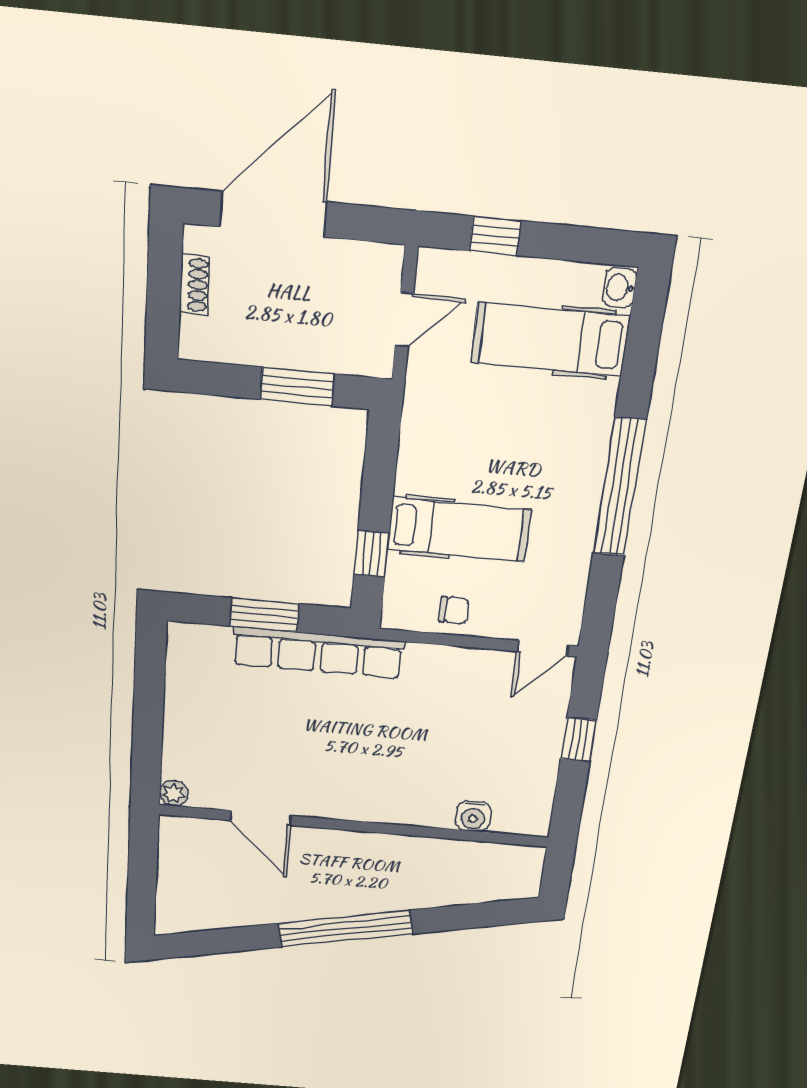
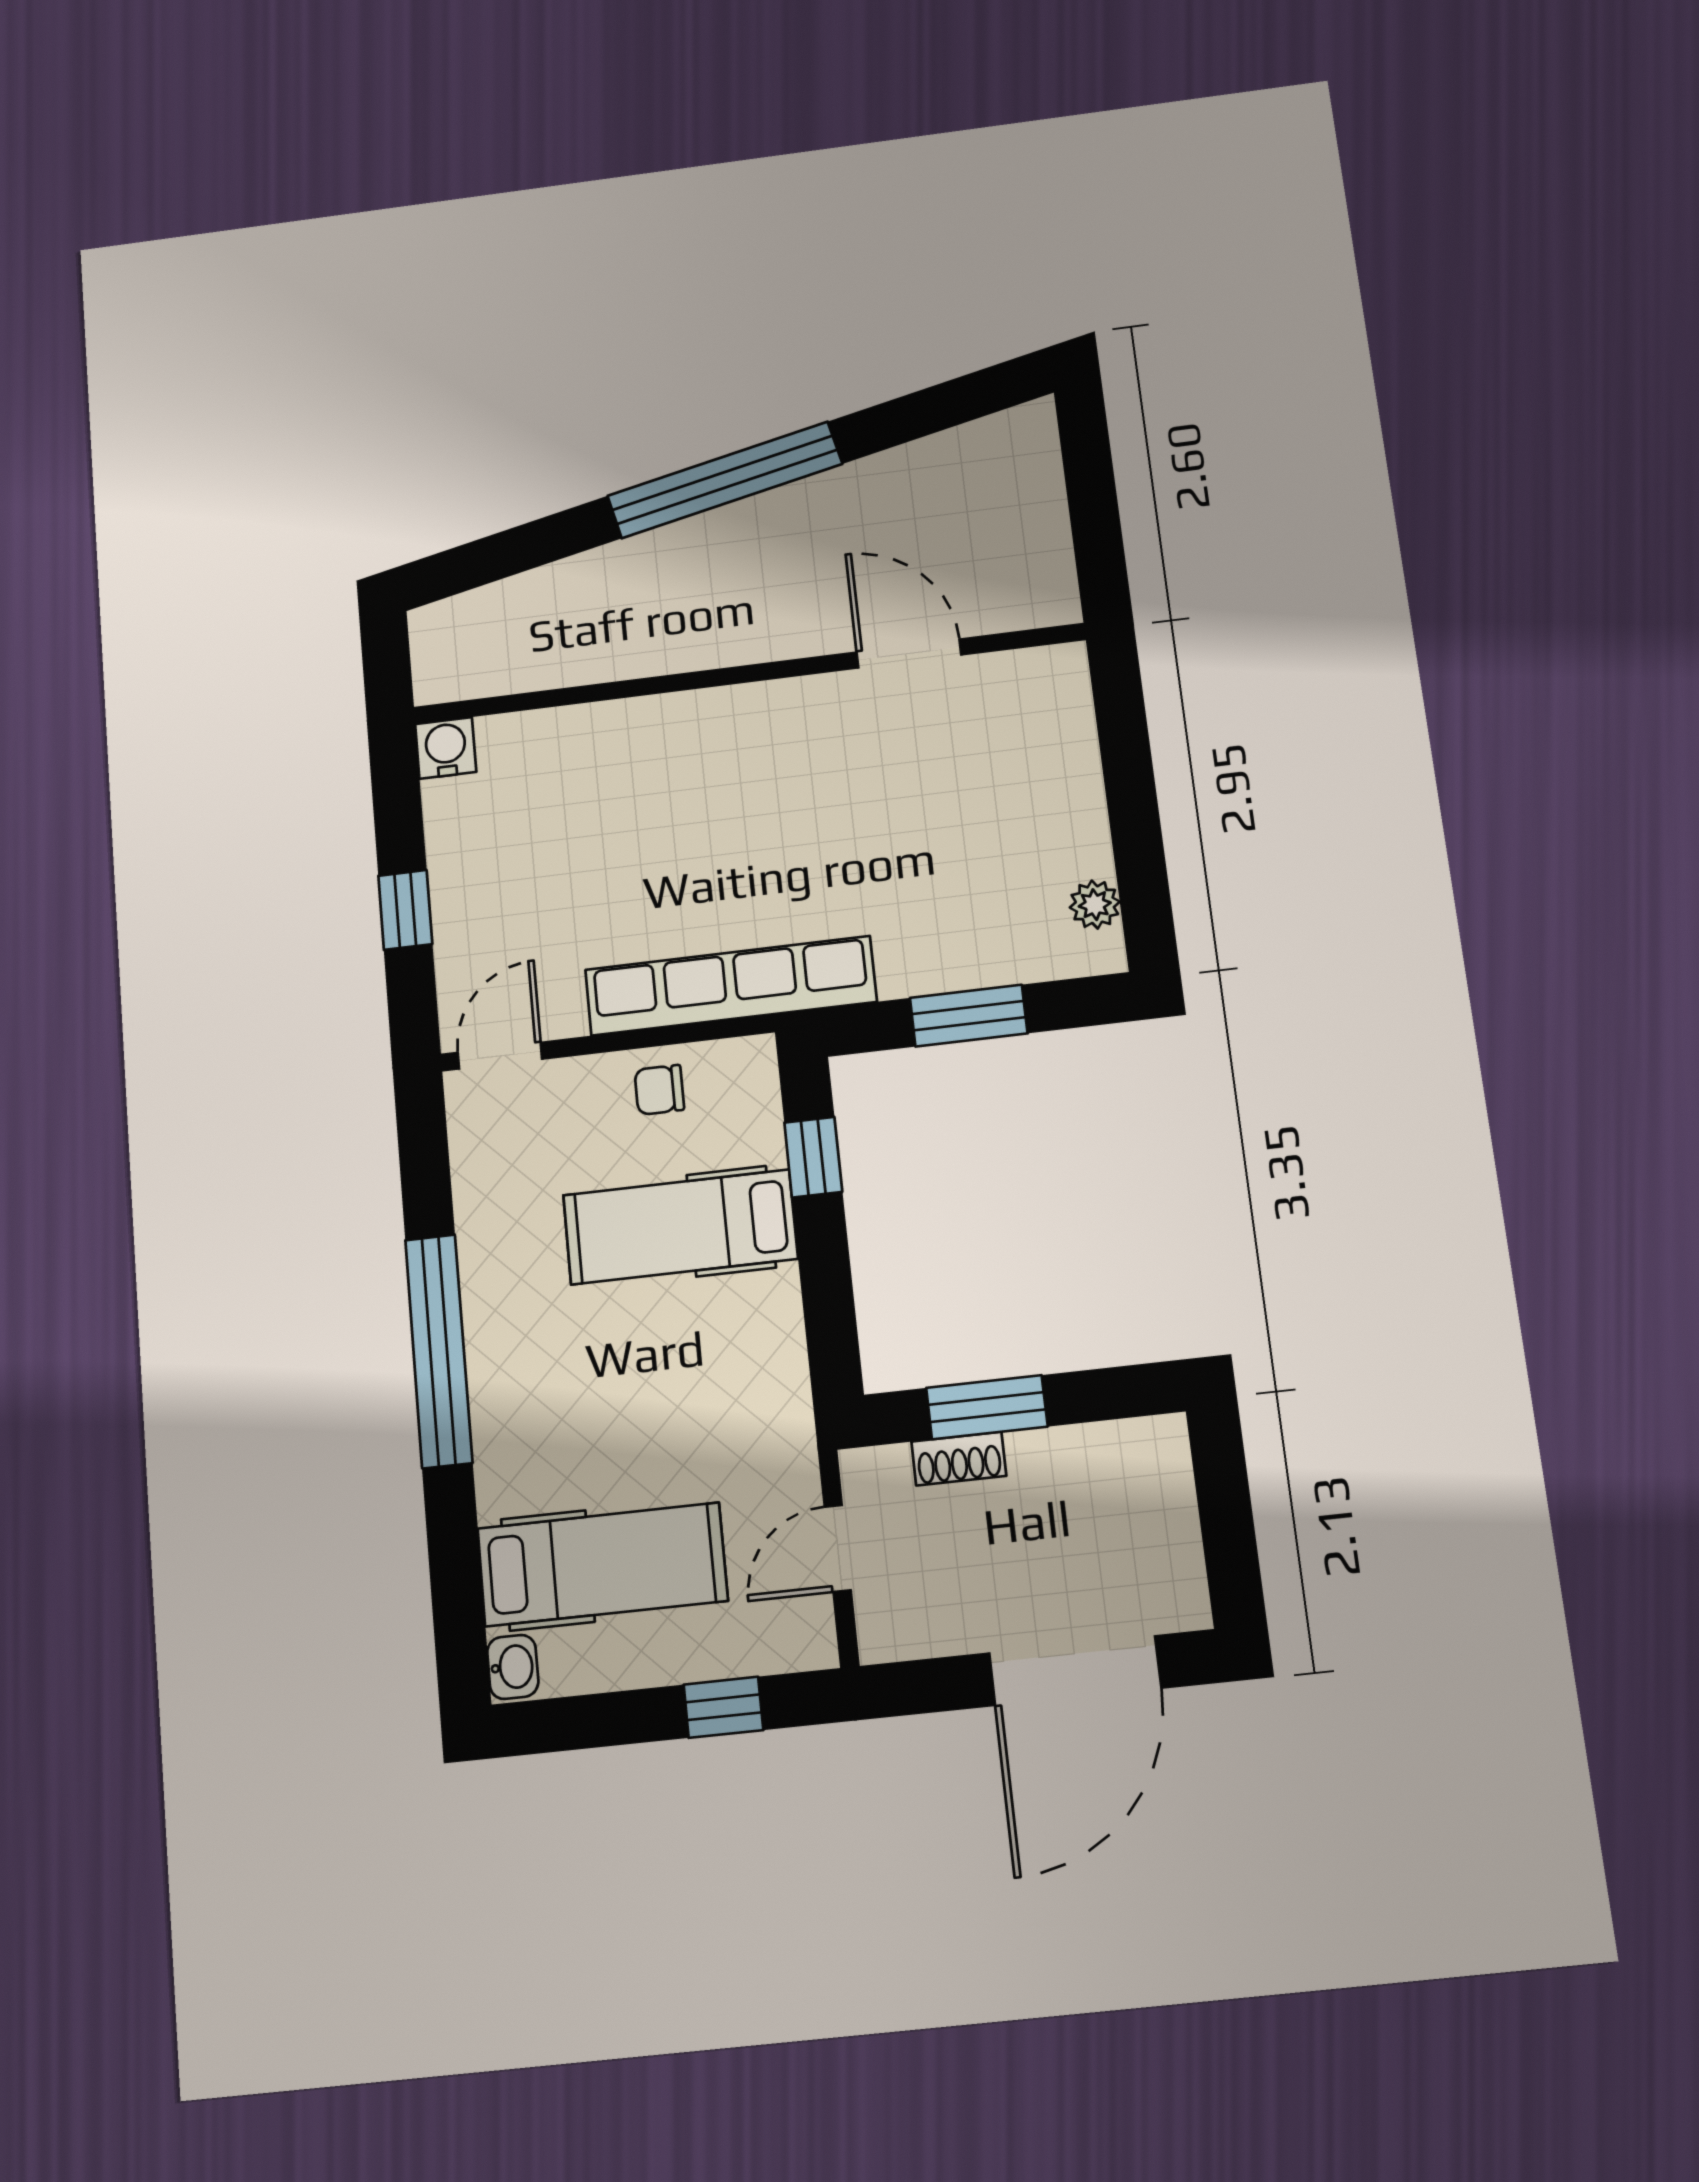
shoe rack: (194, 285) -> (959, 1459), moved, turned -90
row of seats: (318, 653) -> (731, 986), moved
plant: (174, 793) -> (1095, 905), moved
water cooler: (473, 816) -> (446, 748), moved

